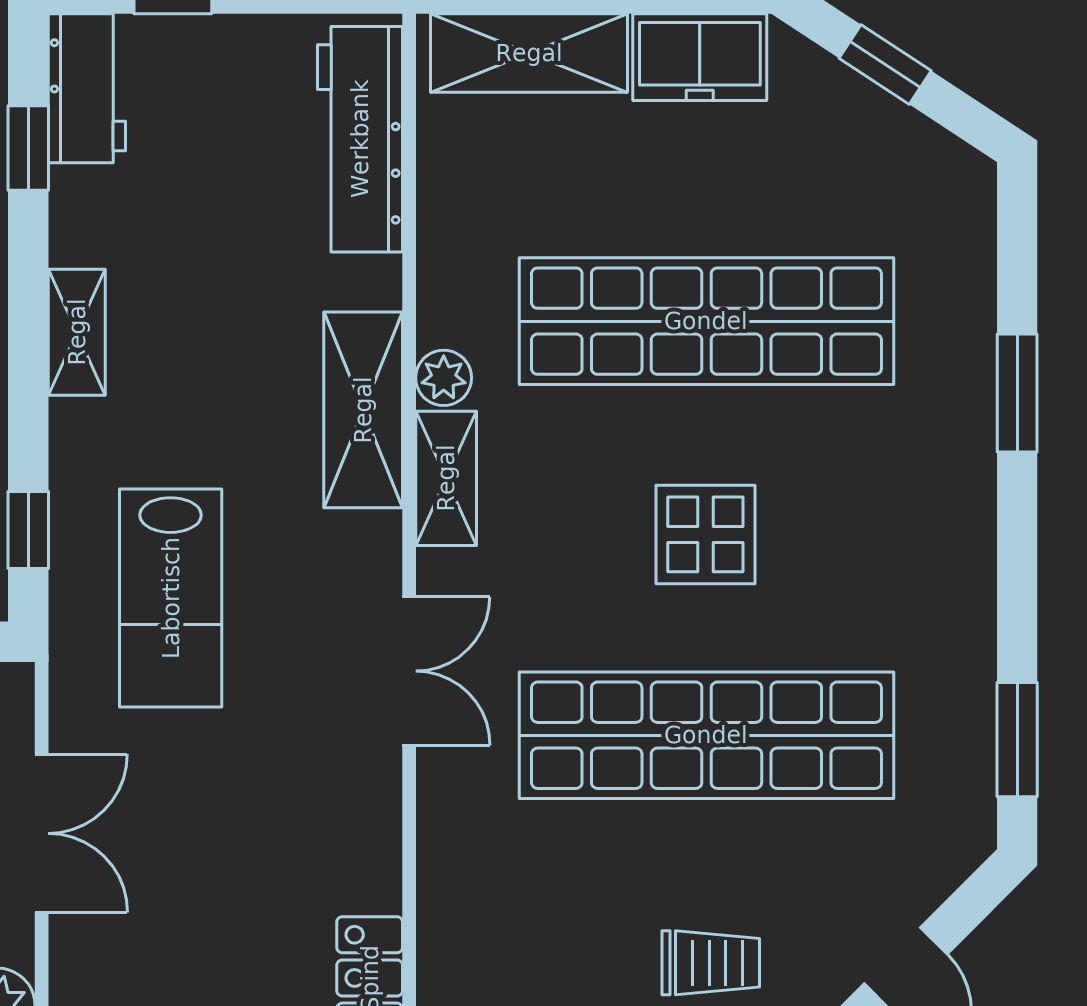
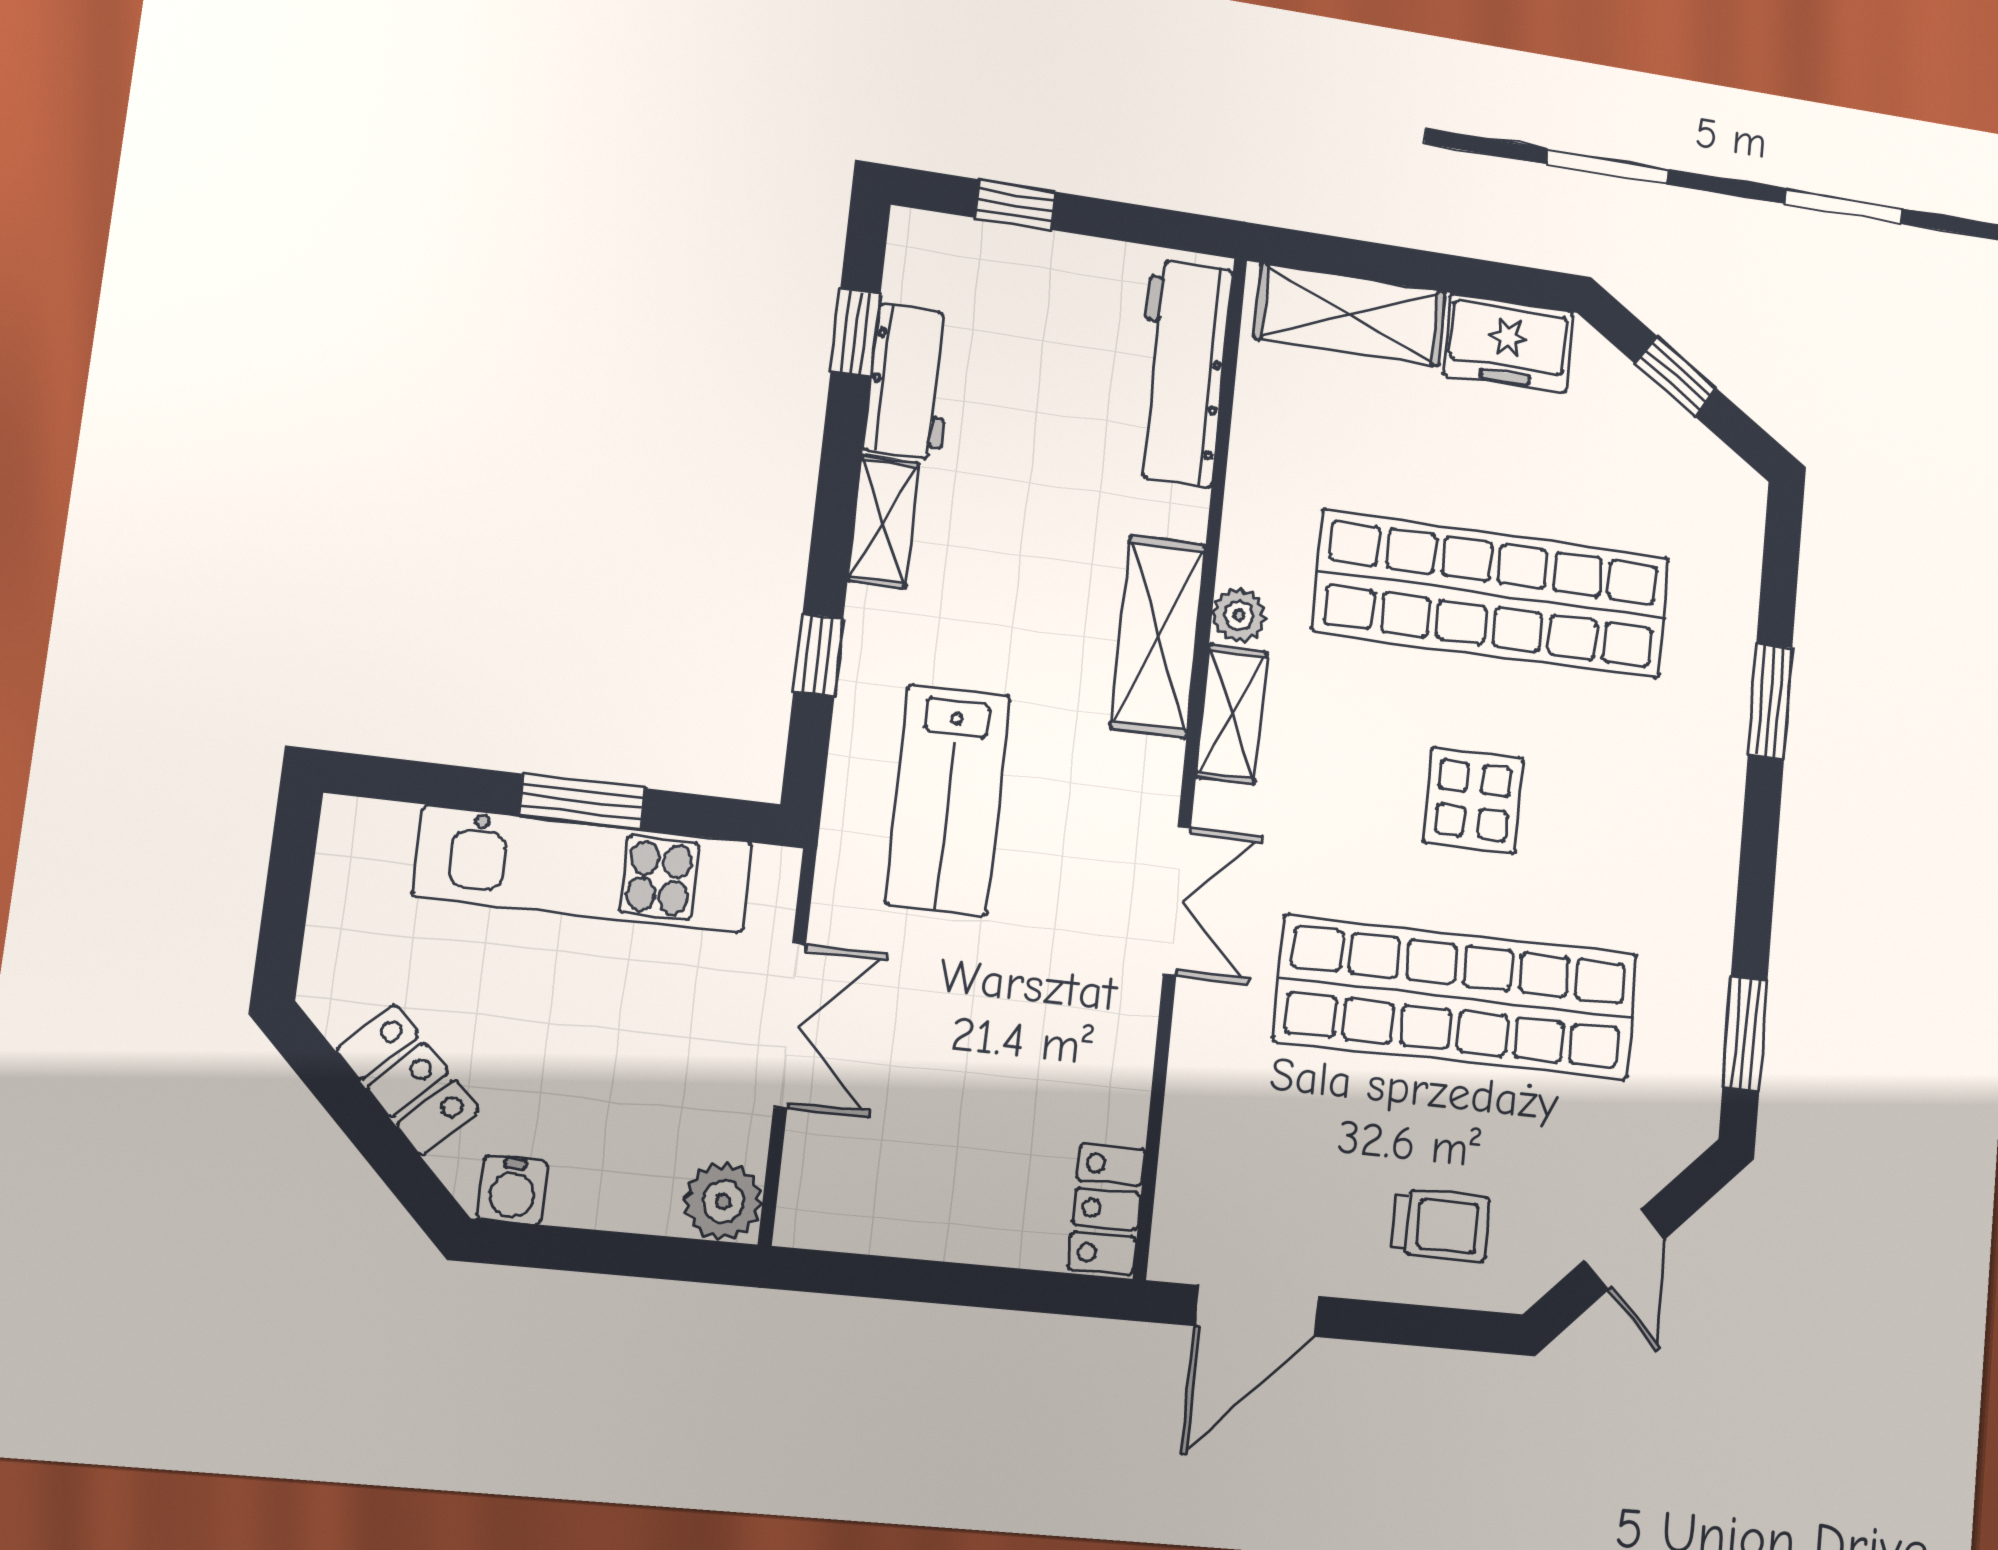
workbench: (87, 88) -> (909, 382), moved
window: (28, 530) -> (818, 655), moved

